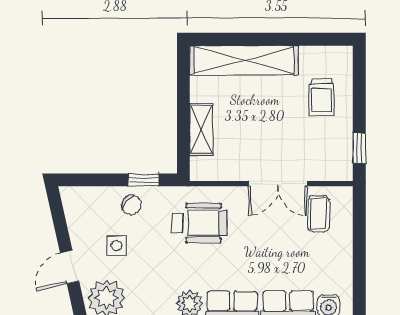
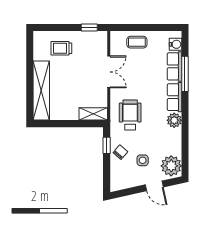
trolley: (321, 97) -> (61, 48), turned 180
shelving: (201, 129) -> (93, 114), moved
coffee table: (319, 214) -> (137, 42), moved

